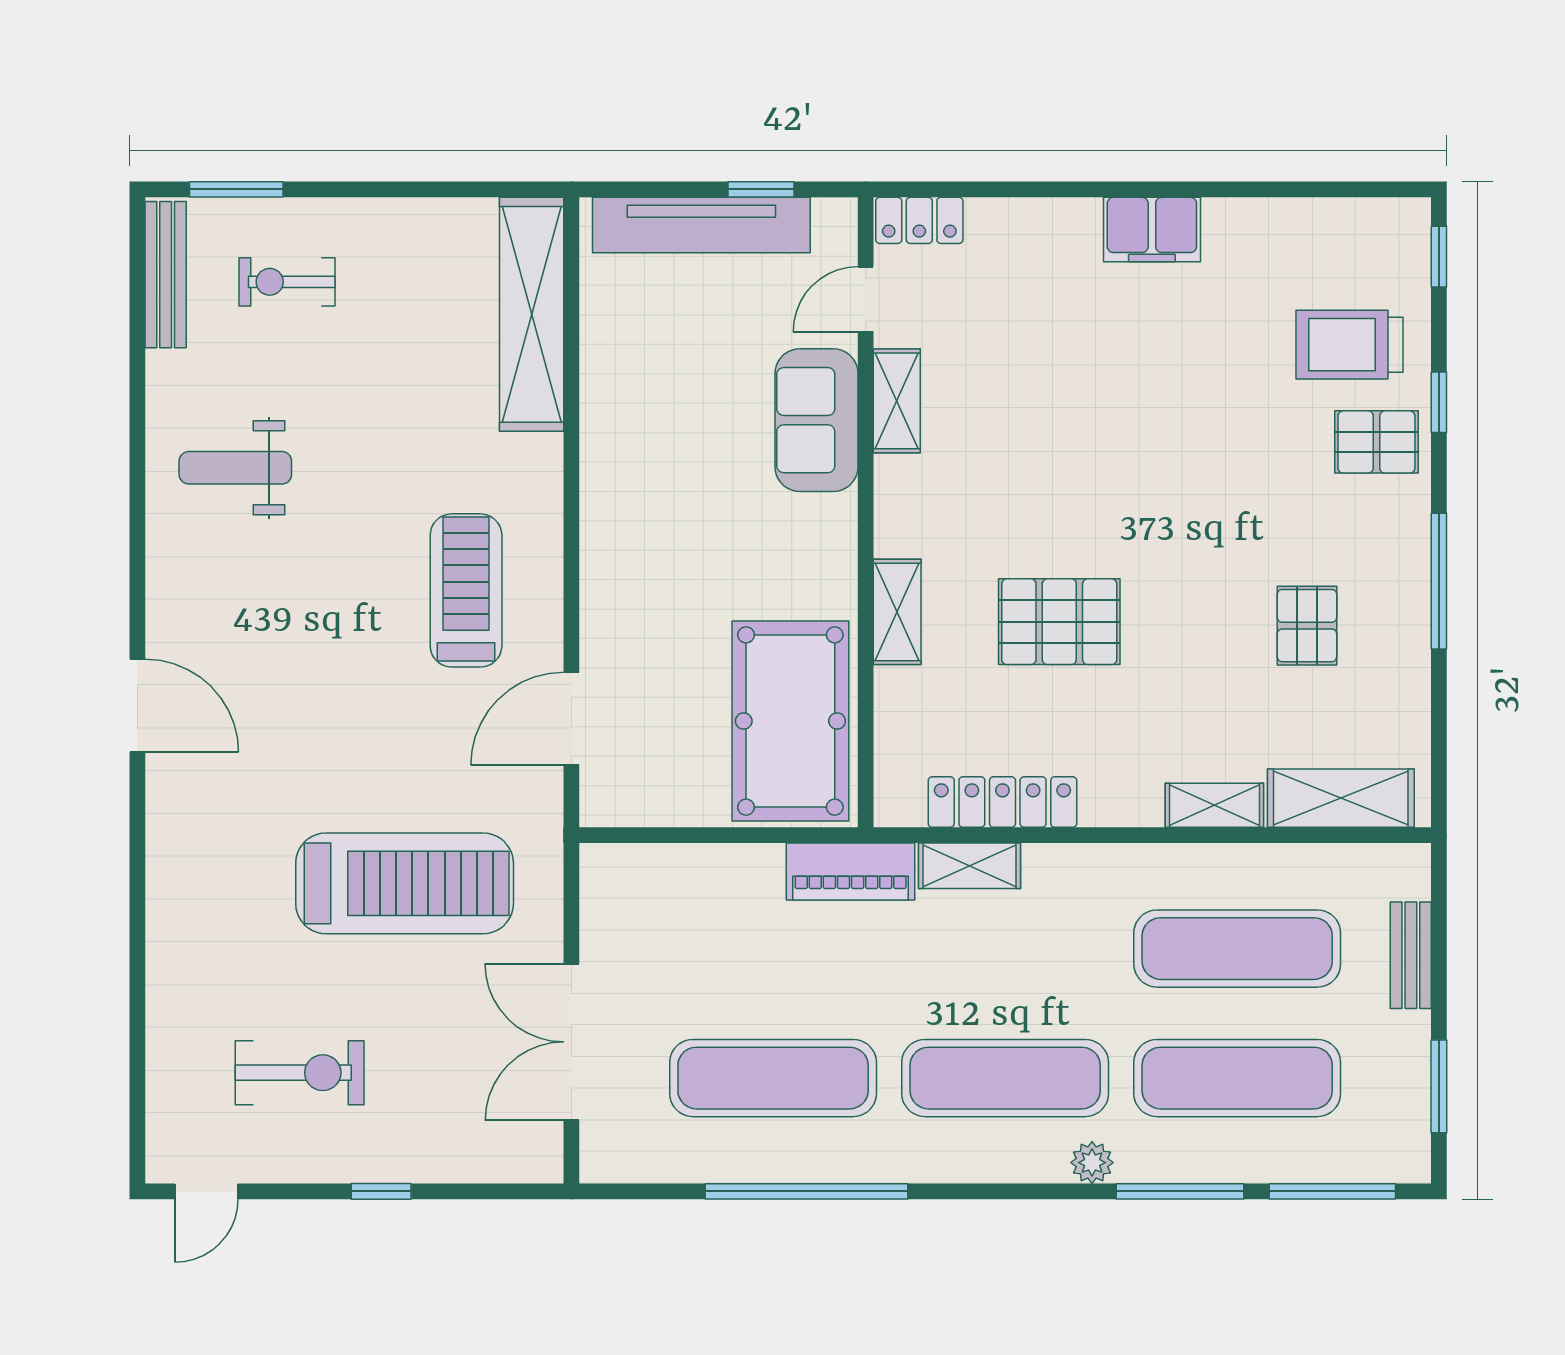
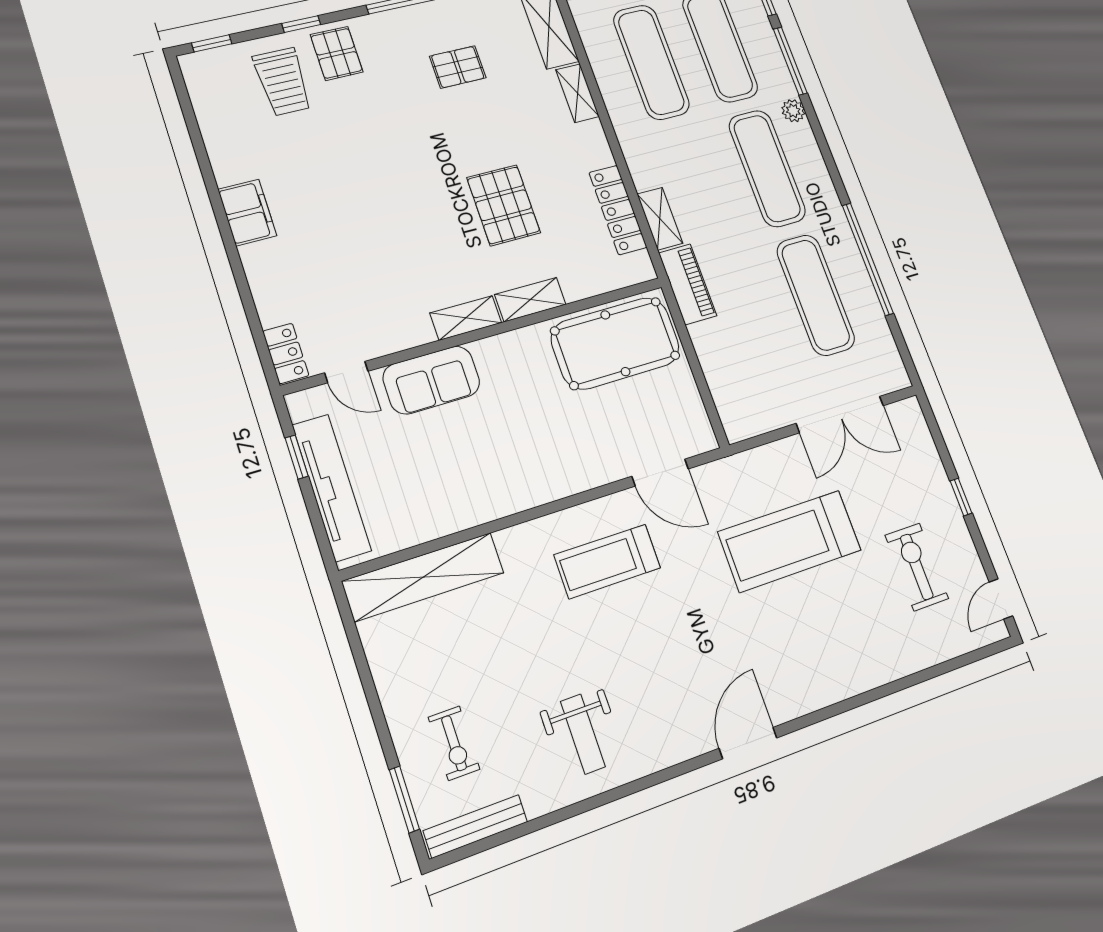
shelving: (897, 401) -> (466, 318), moved
treadmill: (405, 883) -> (790, 541), turned -90
door: (206, 1191) -> (1001, 599), swing flipped

